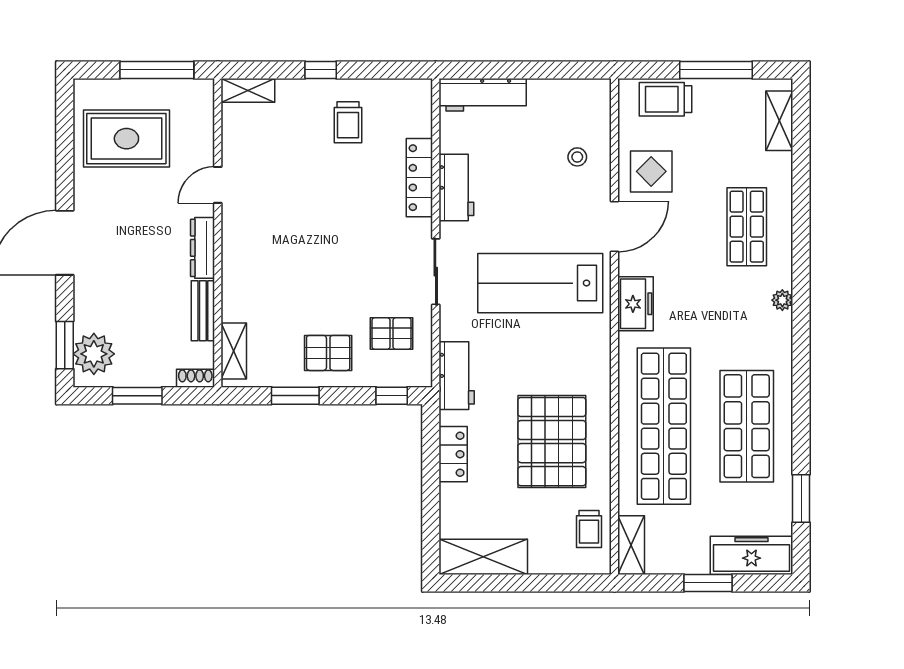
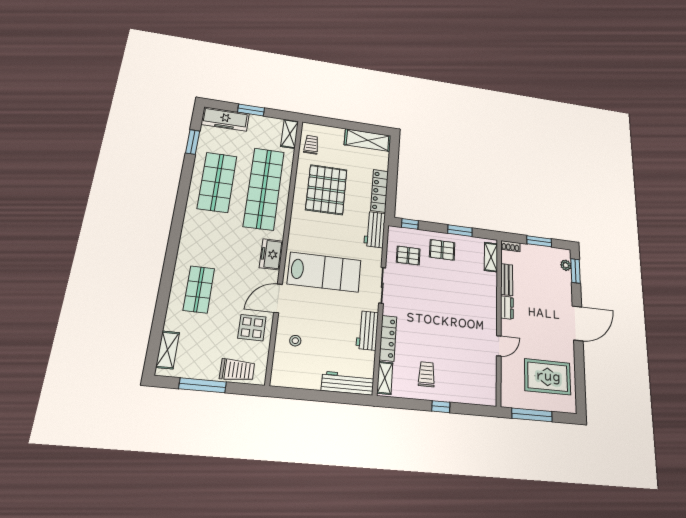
shelving: (248, 90) -> (385, 378), moved, turned 90
dresser: (203, 248) -> (507, 308), width x0.70
plant: (782, 300) -> (185, 246), removed
plant: (94, 354) -> (566, 265), width x0.53, depth x0.53
locker: (453, 454) -> (380, 191), width x1.53

